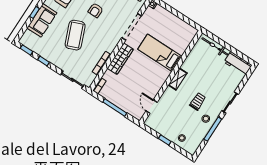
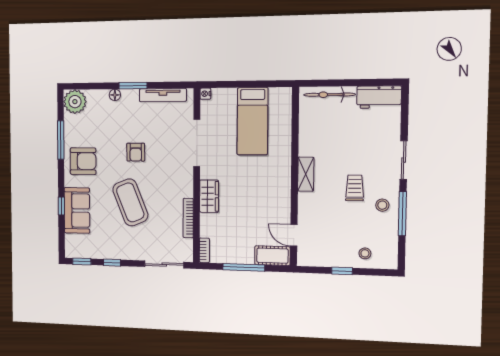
bed: (160, 53) -> (252, 121), moved, turned -90
wardrobe: (120, 59) -> (209, 196), width x0.67
cot: (134, 110) -> (272, 256), added

